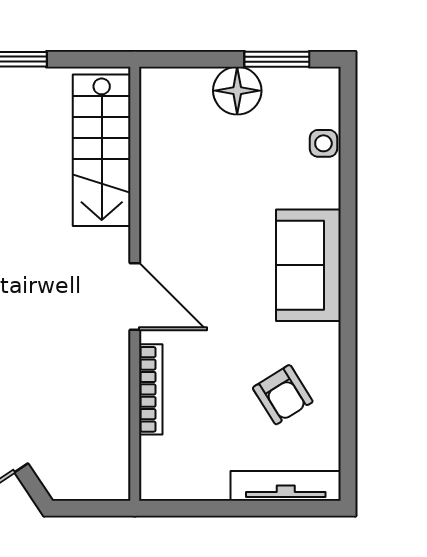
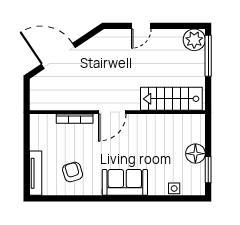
armchair: (283, 395) -> (73, 172), turned 105

